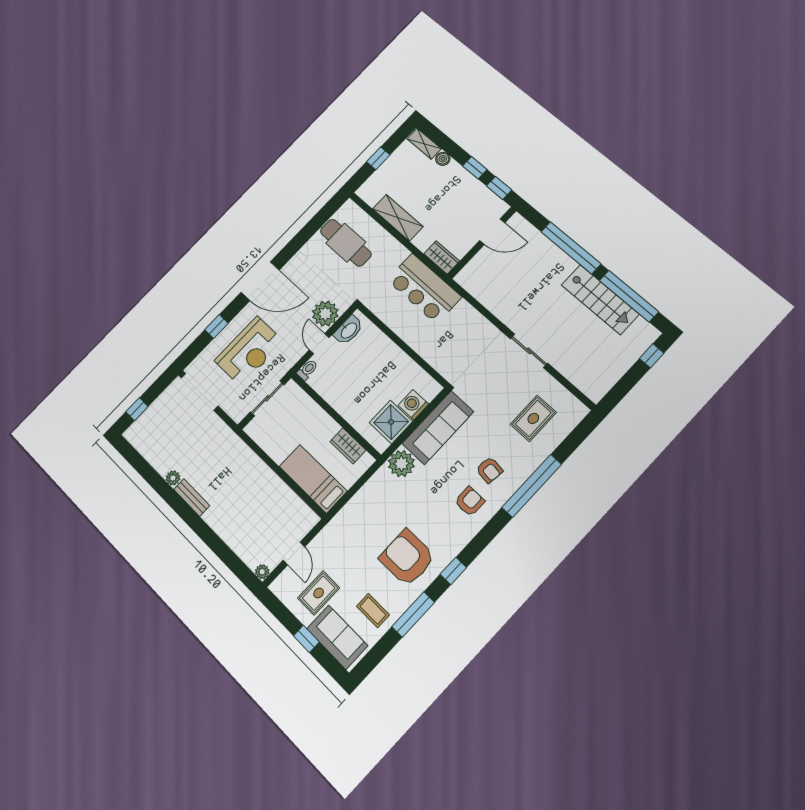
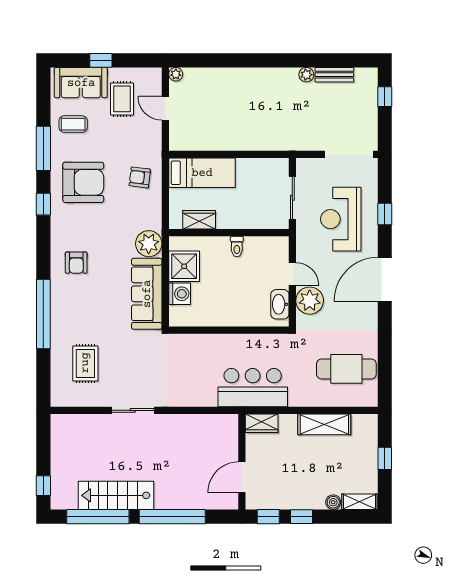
toilet: (307, 370) -> (237, 247), moved
armchair: (489, 470) -> (140, 177), moved
bench: (192, 498) -> (334, 75), moved

